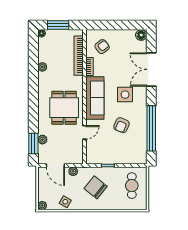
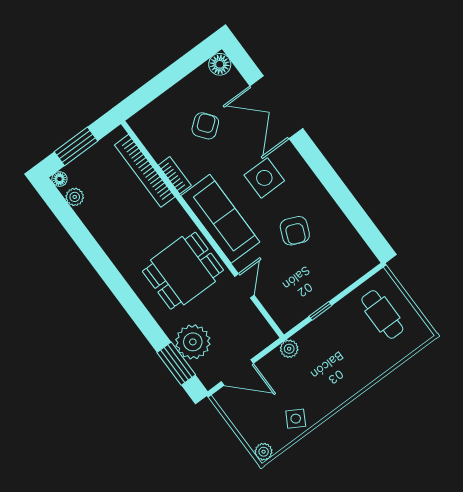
armchair: (102, 47) -> (205, 126), moved
plant: (42, 67) -> (75, 197), moved
dining table: (64, 108) -> (183, 271), turned 90
window: (151, 128) -> (346, 201), removed
plant: (42, 140) -> (193, 342), width x1.88, depth x1.88
plant: (73, 171) -> (289, 349), moved
chair: (96, 187) -> (327, 360), removed

